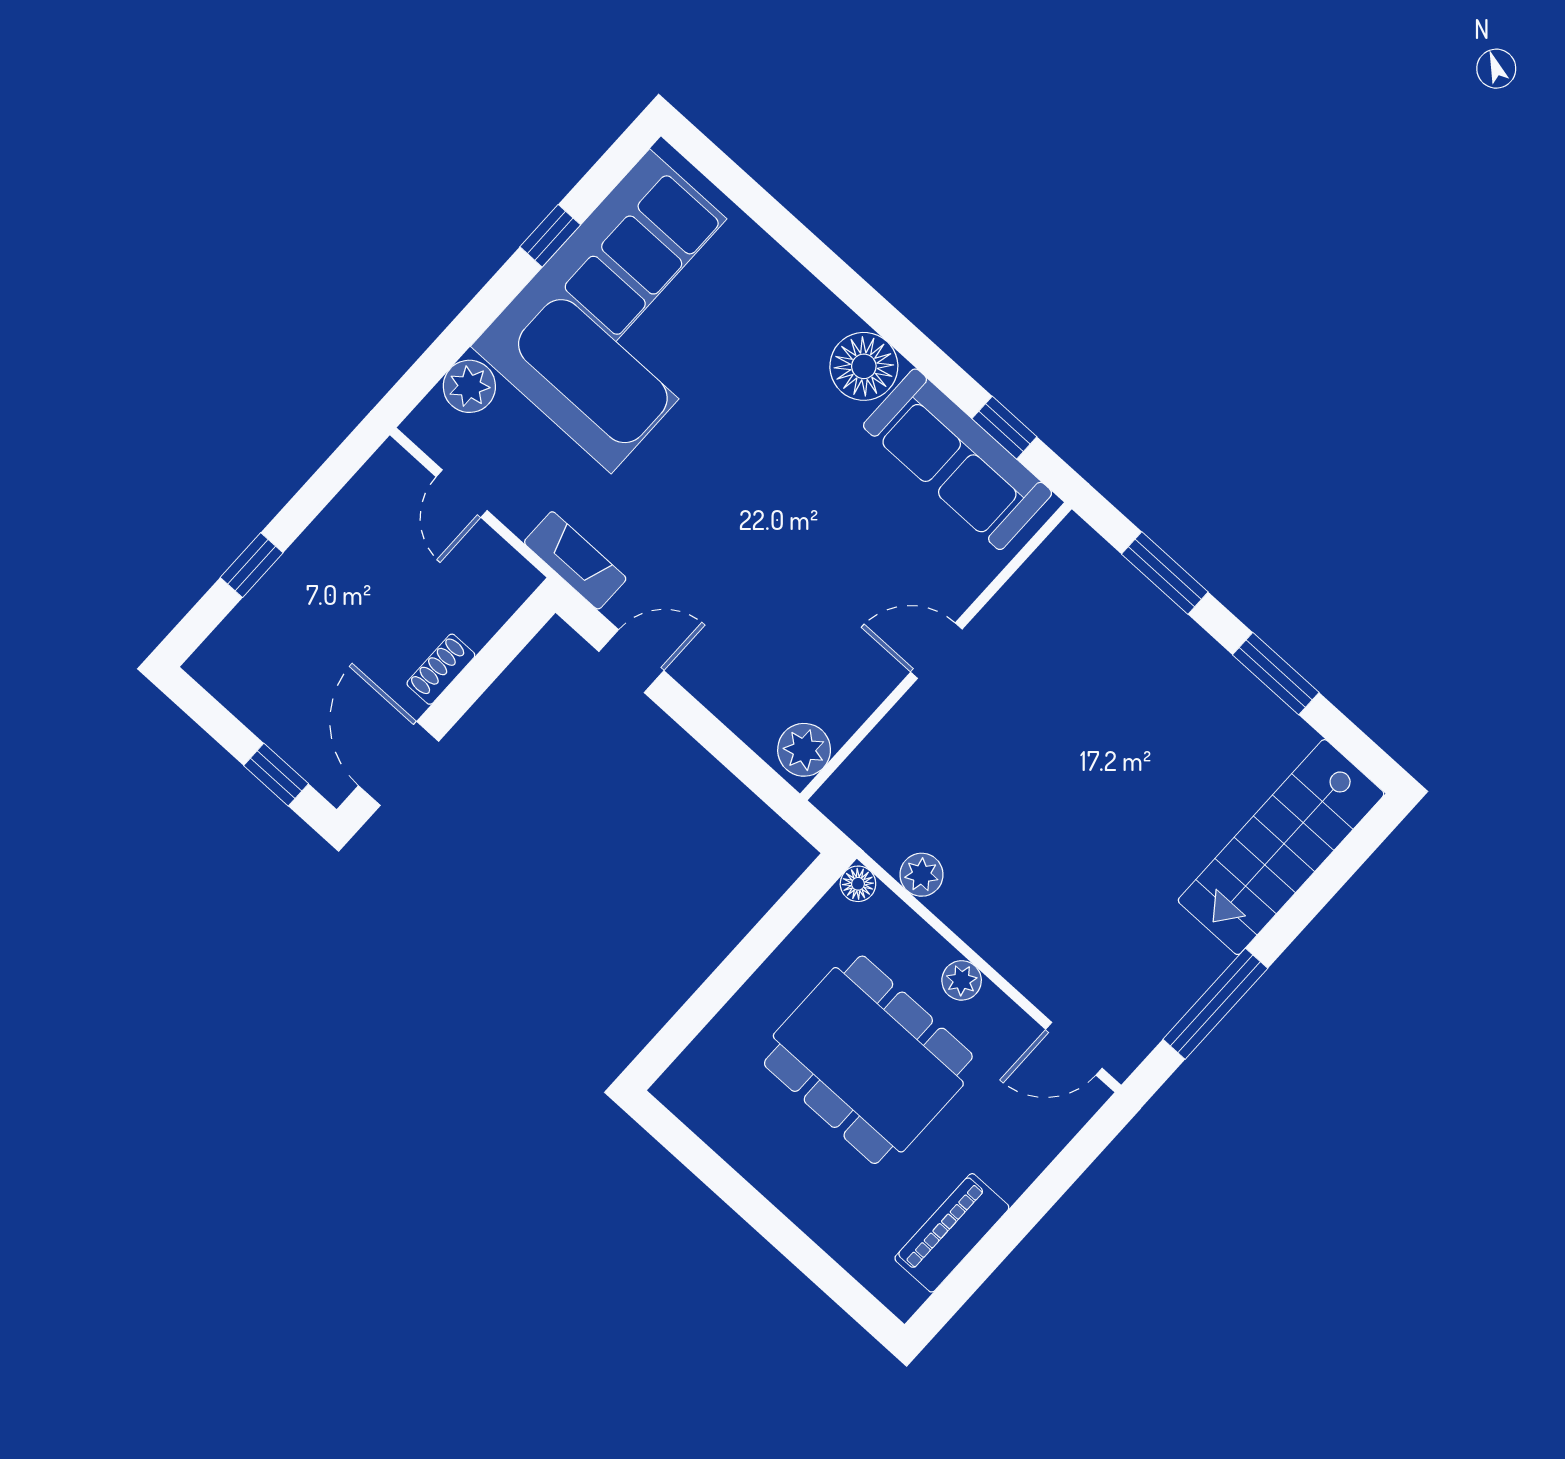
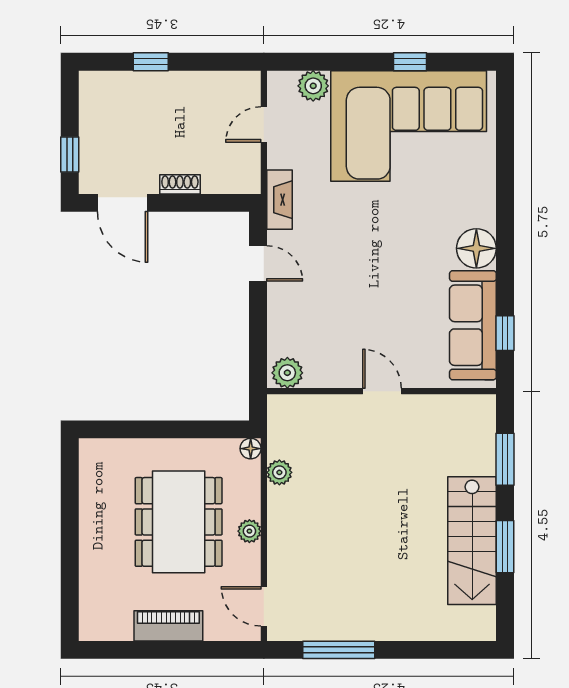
door: (398, 763) -> (123, 203), swing flipped
stairs: (1281, 847) -> (472, 541), moved, turned -90
piano: (952, 1233) -> (168, 626), moved

